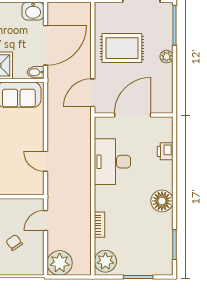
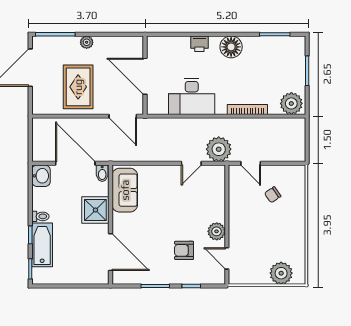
printer: (165, 151) -> (199, 44), moved
bookcase: (99, 225) -> (247, 109), width x1.56
plant: (60, 263) -> (219, 149), moved

